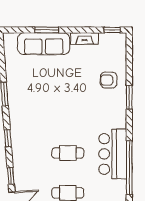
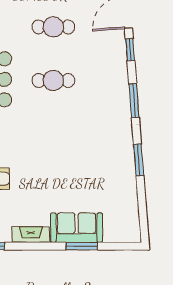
sofa: (44, 44) -> (77, 228), width x0.73
window: (8, 138) -> (134, 101), width x1.50

